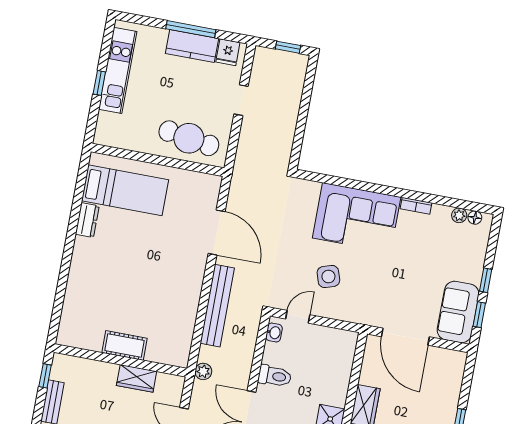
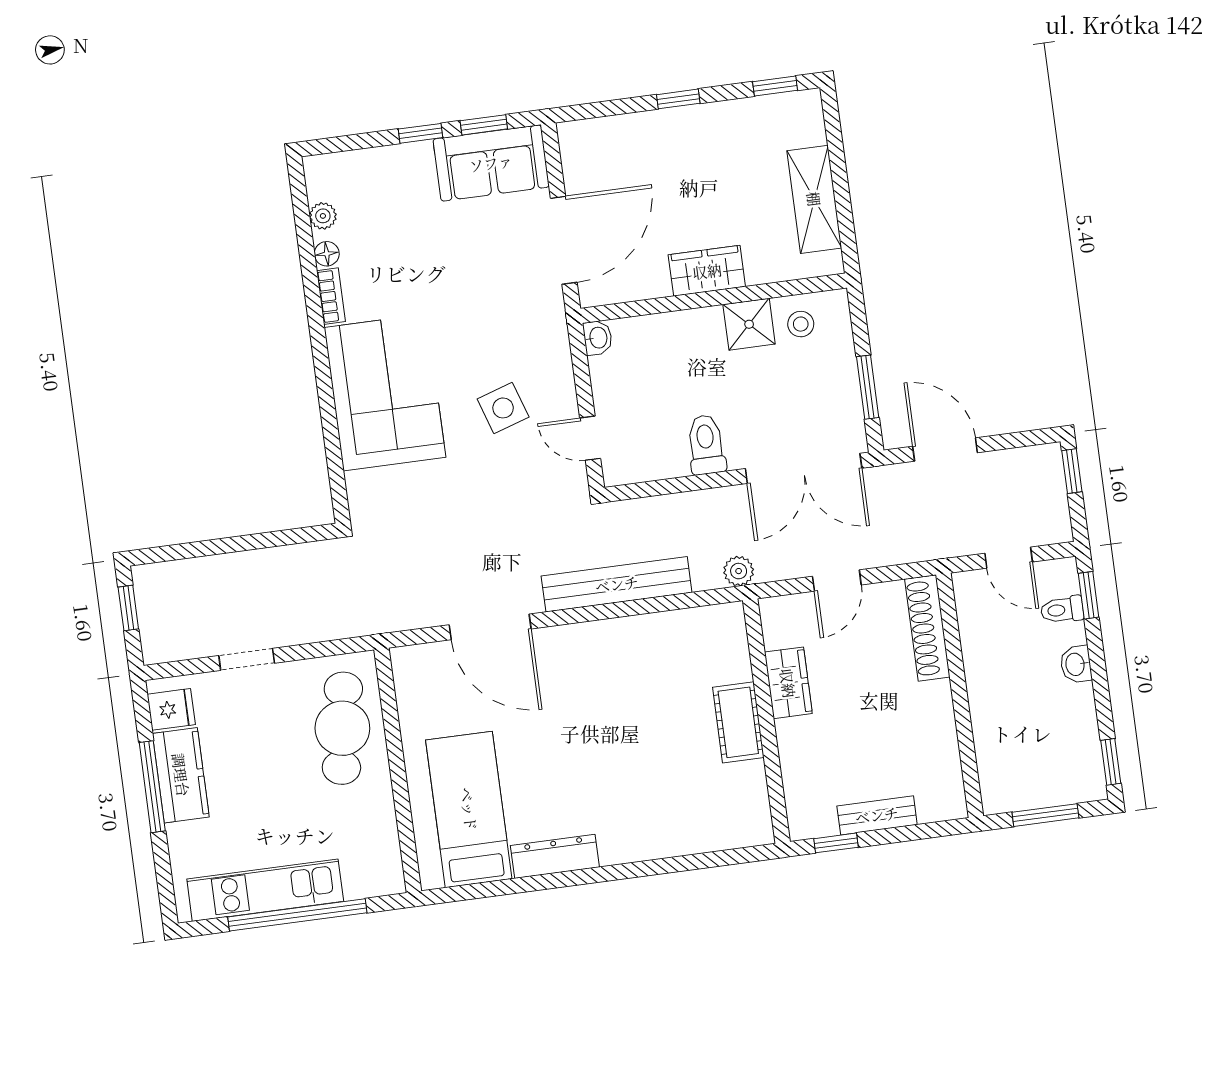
window: (99, 83) -> (297, 915), width x3.17
floor lamp: (475, 218) -> (327, 254), moved
dresser: (87, 220) -> (555, 856), width x1.44
door: (217, 232) -> (490, 627), swing flipped
washbasin: (274, 333) -> (598, 338), moved, turned 90

